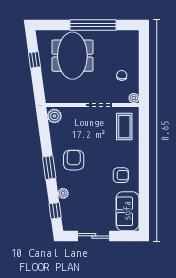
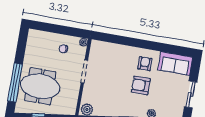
window: (93, 25) -> (15, 83), moved
coffee table: (124, 127) -> (106, 54), removed
armchair: (74, 160) -> (141, 85), moved

